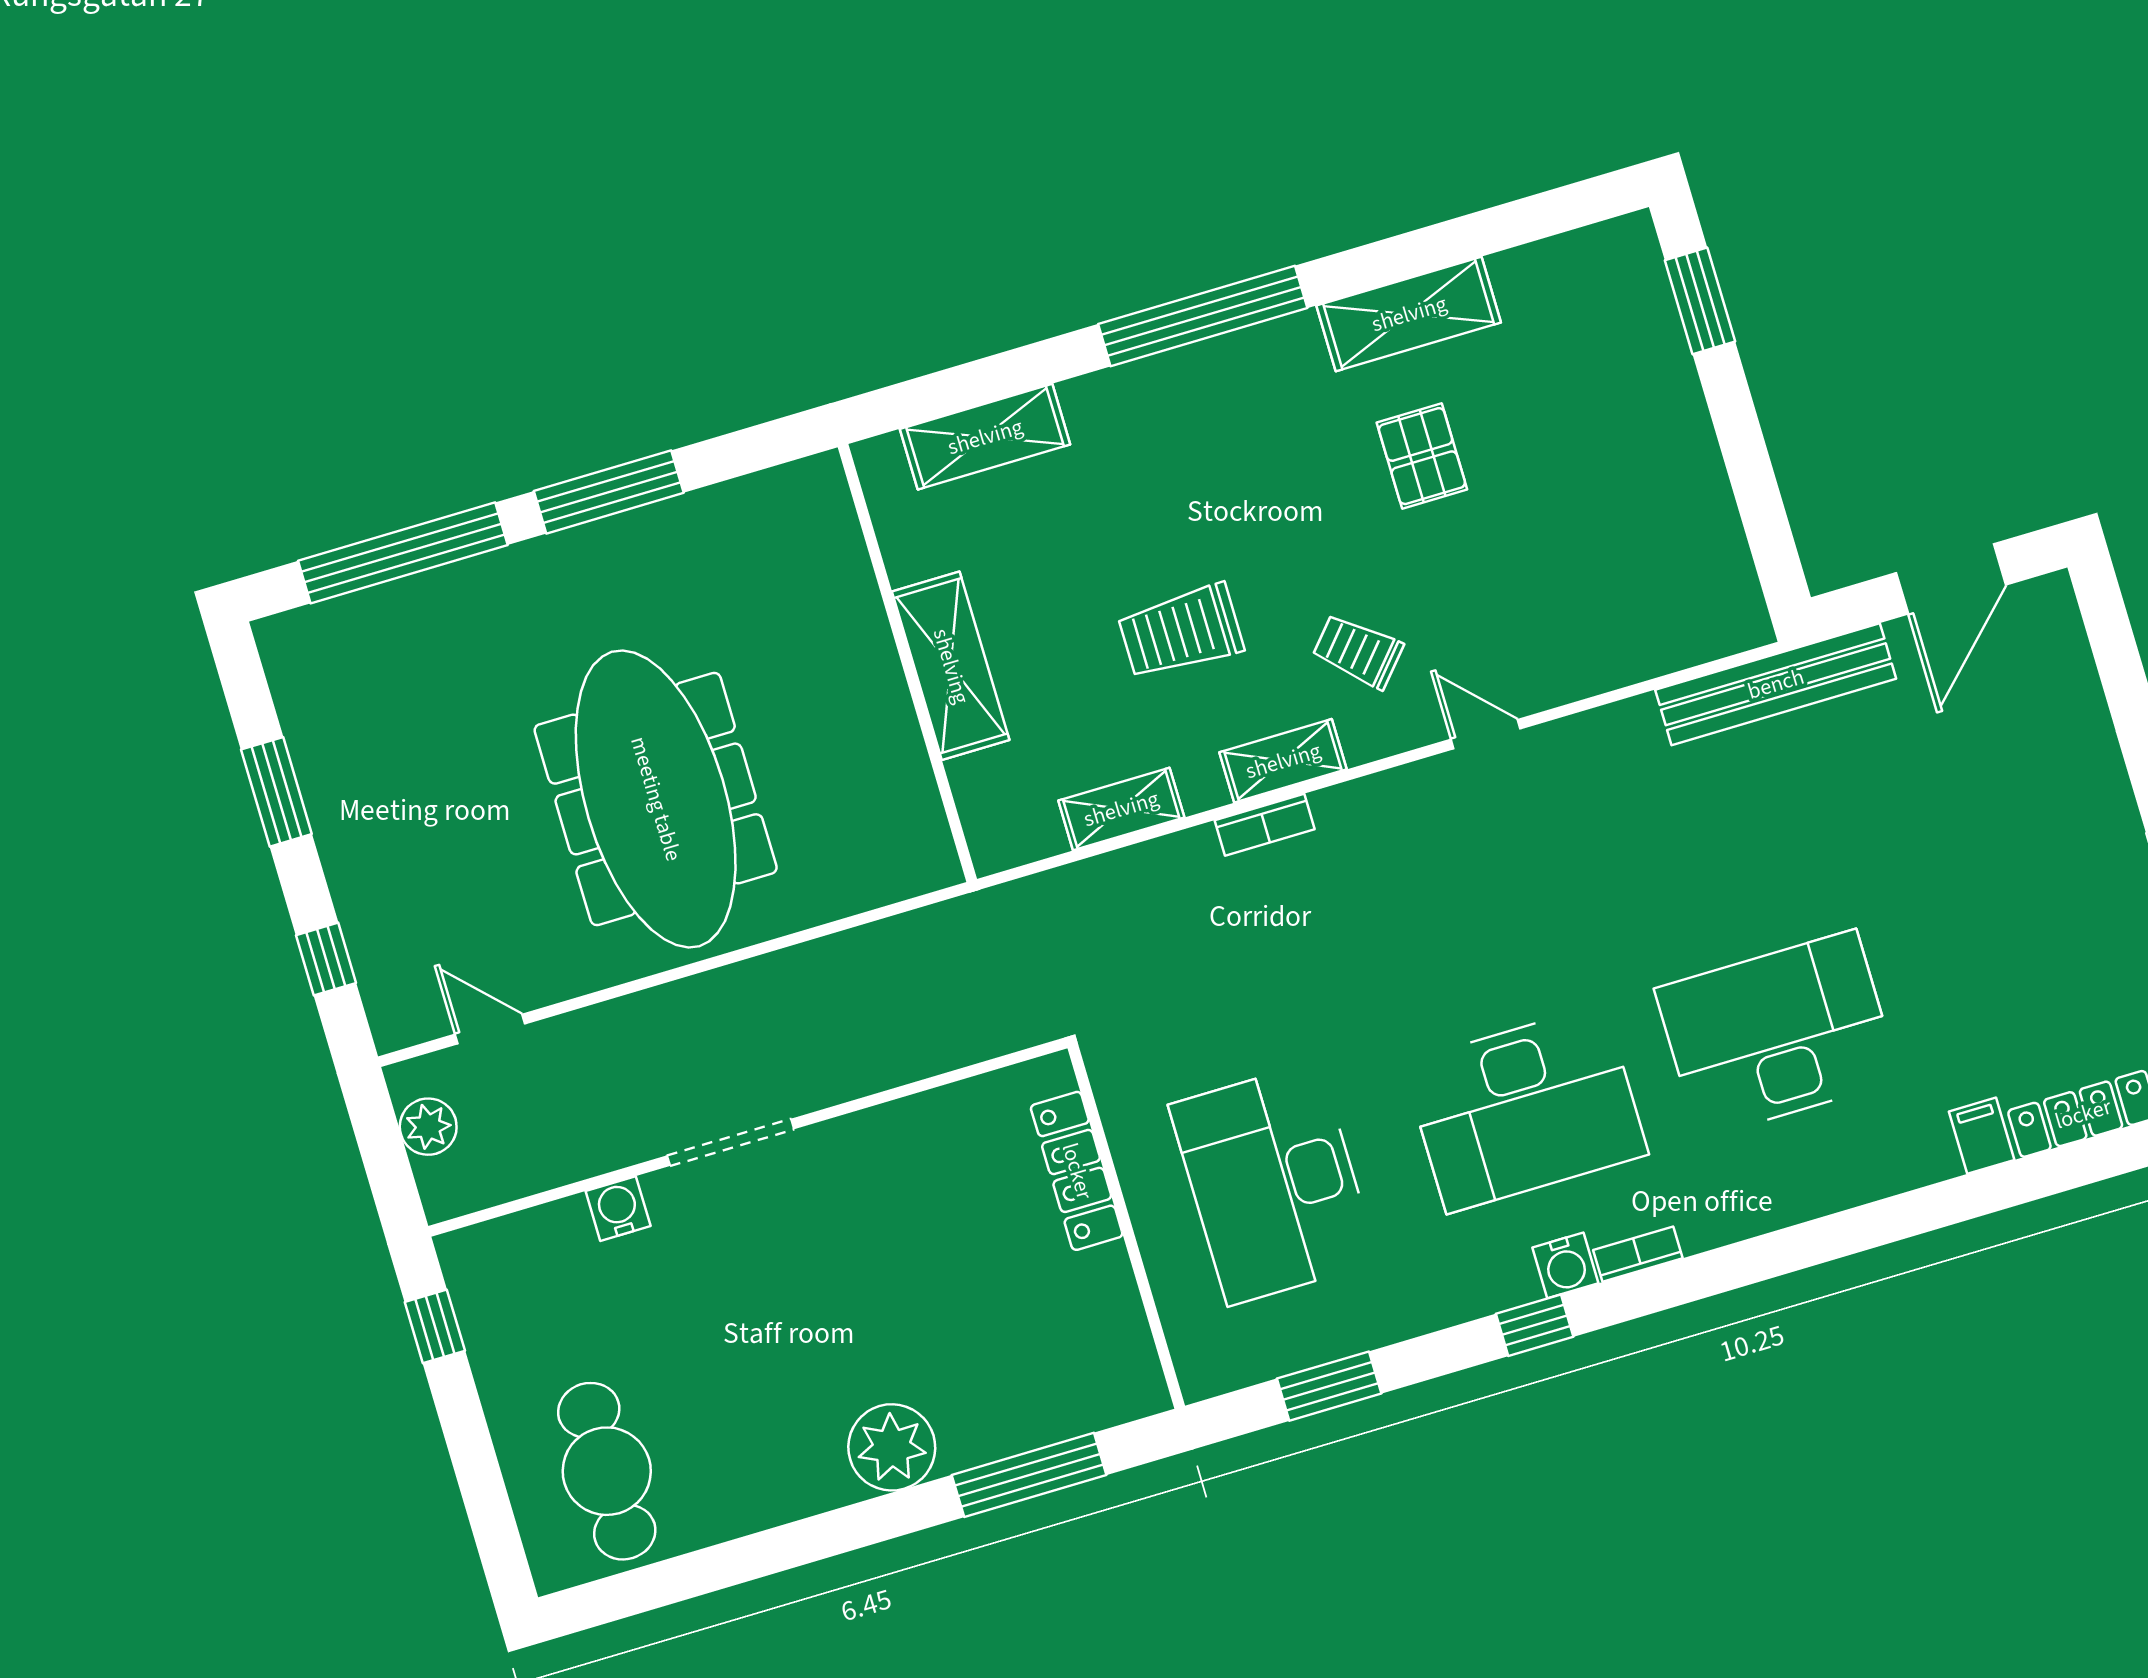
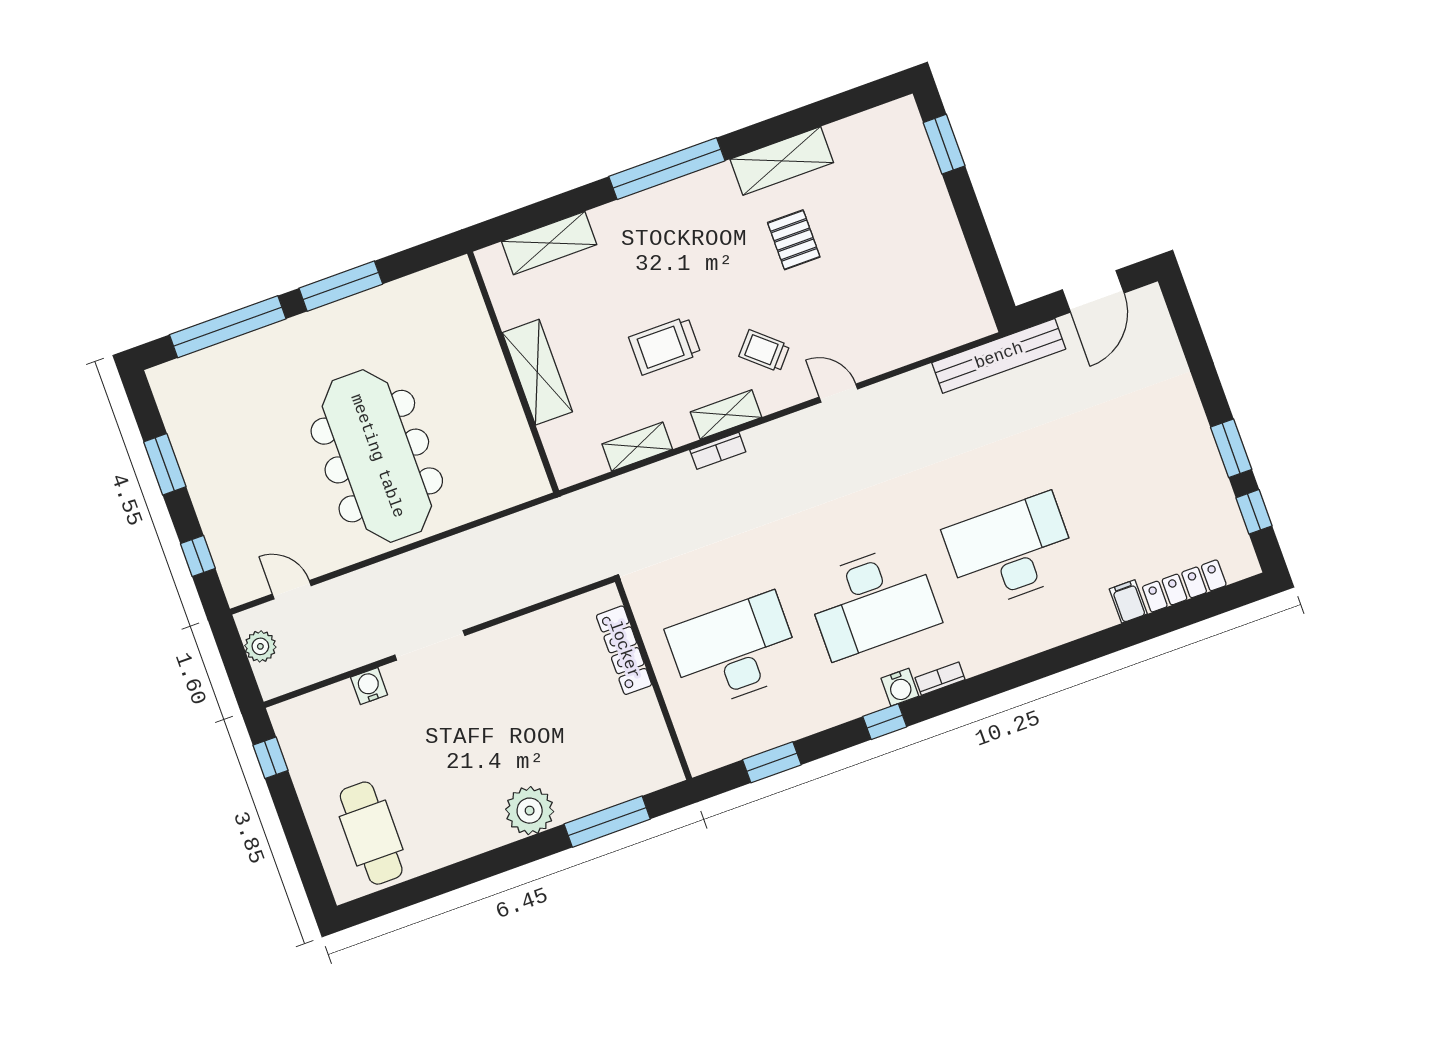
desk: (1273, 1183) -> (734, 651), turned 90

